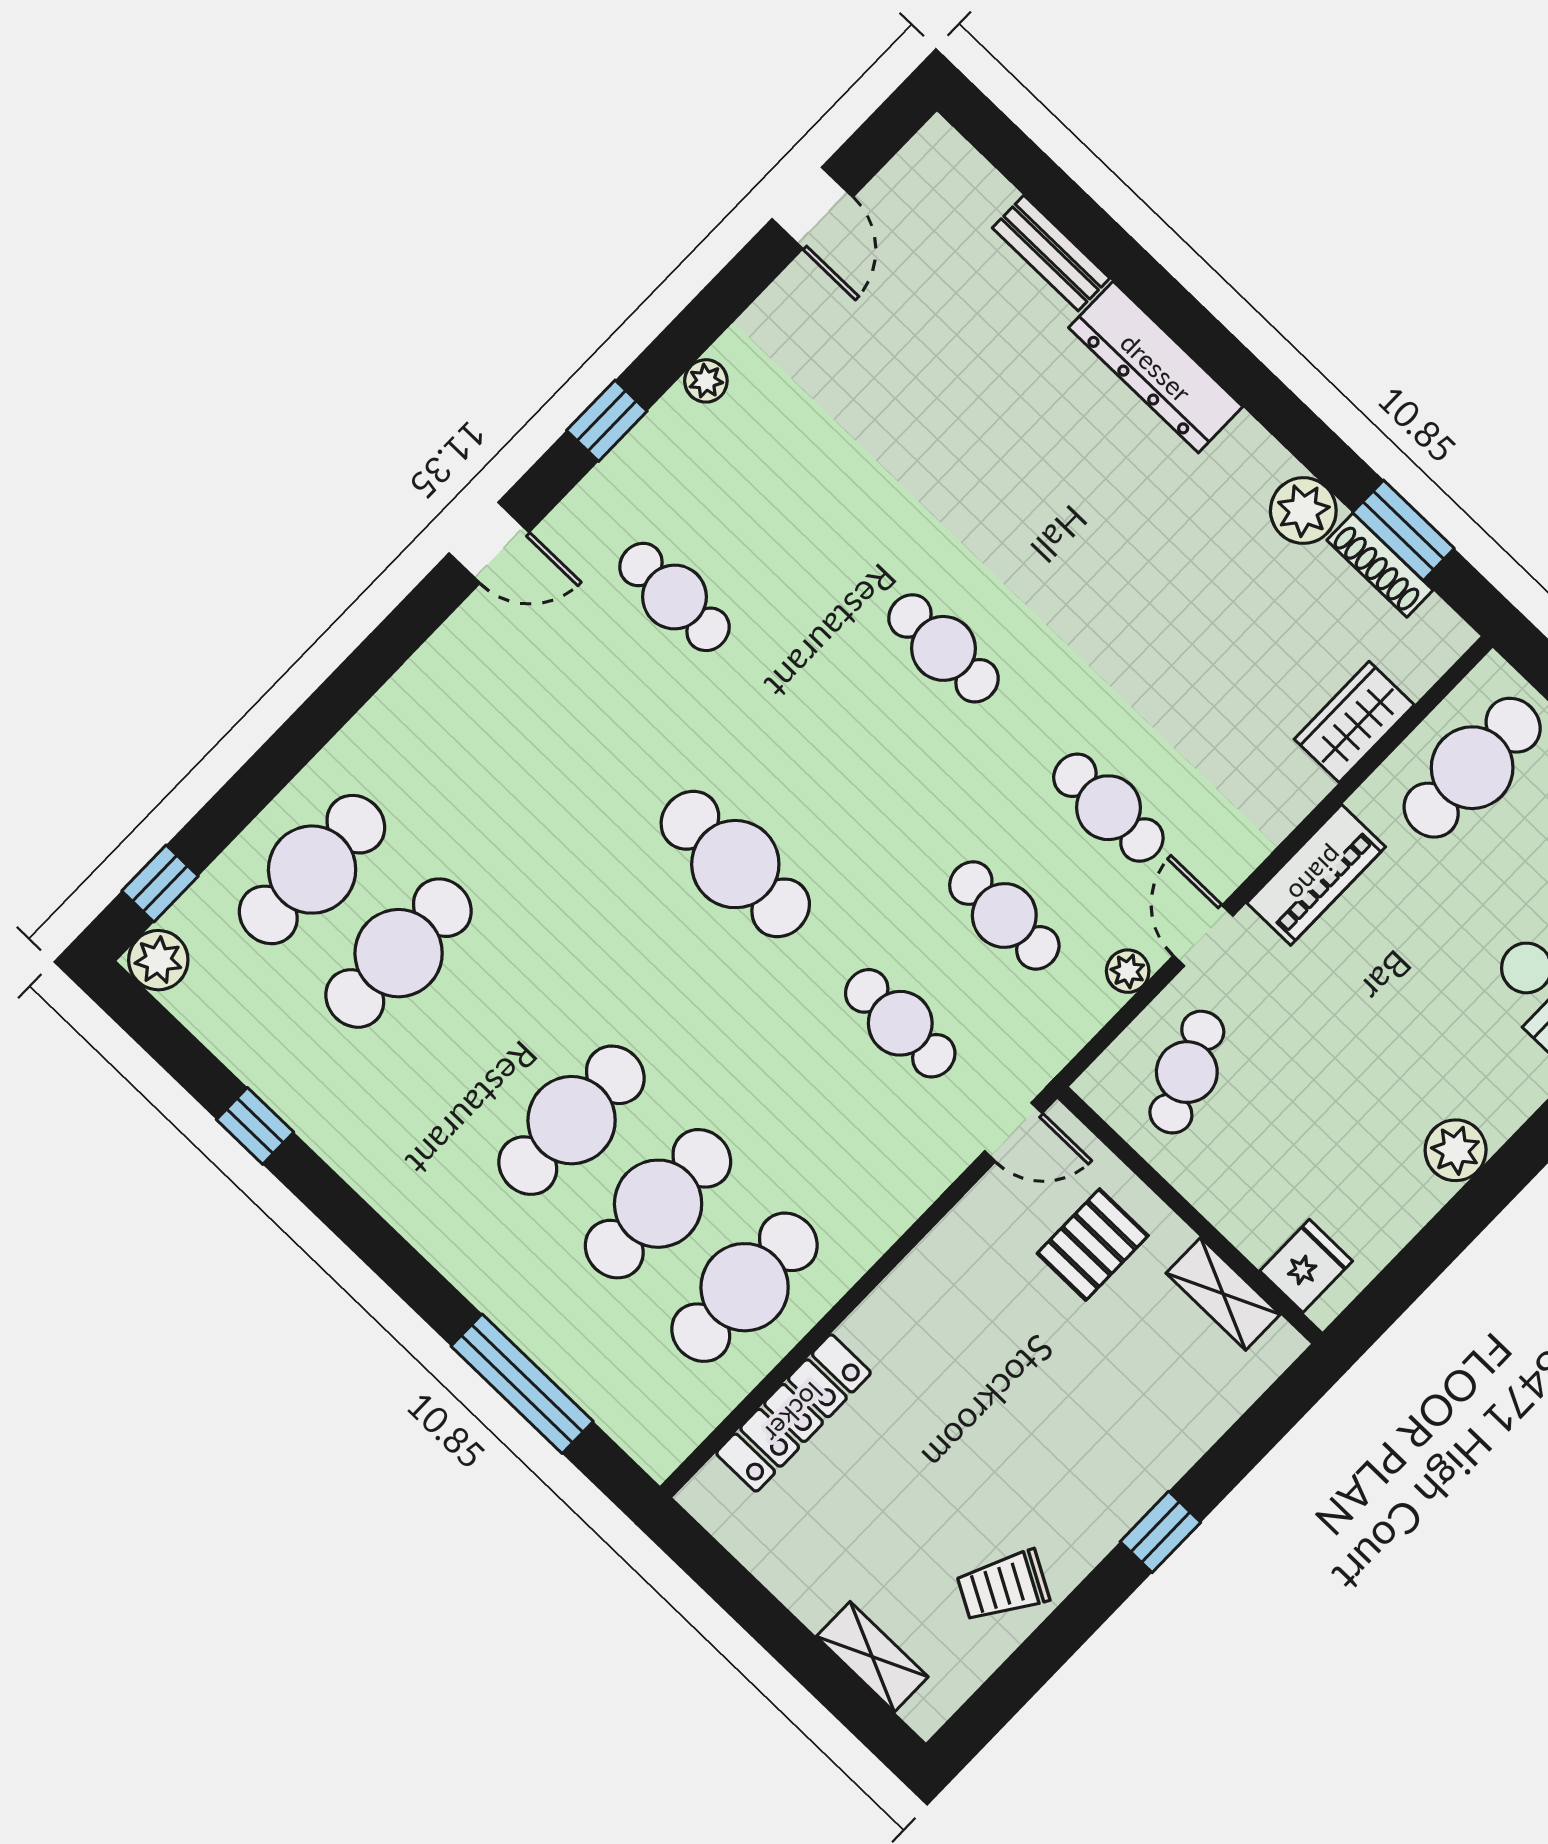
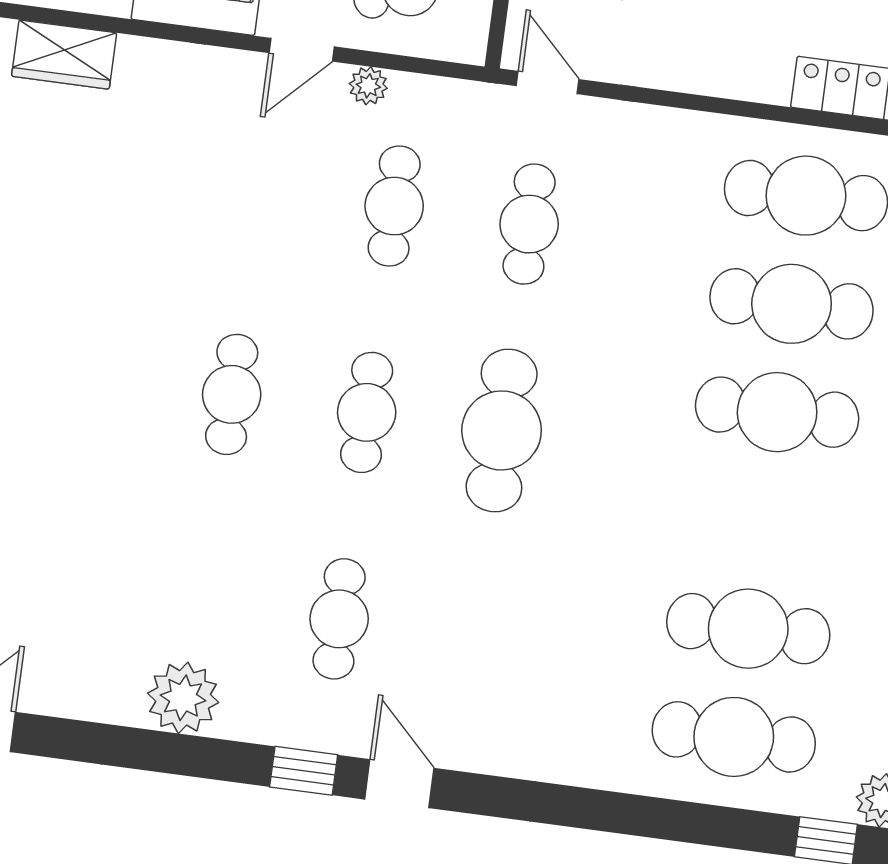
plant: (706, 381) -> (183, 698), width x1.87, depth x1.87
window: (607, 421) -> (304, 771), moved
cafe table: (1108, 808) -> (367, 412), moved

